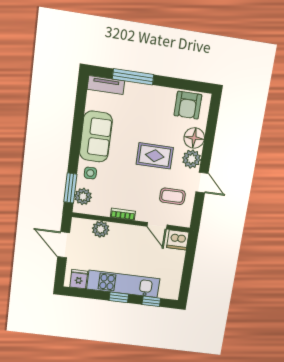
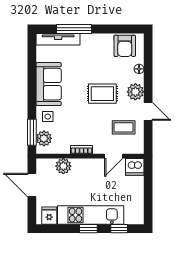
tv unit: (106, 85) -> (58, 39), width x1.41
floor lamp: (194, 138) -> (139, 69), width x0.53, depth x0.53
door: (157, 226) -> (114, 156), hinge flipped

